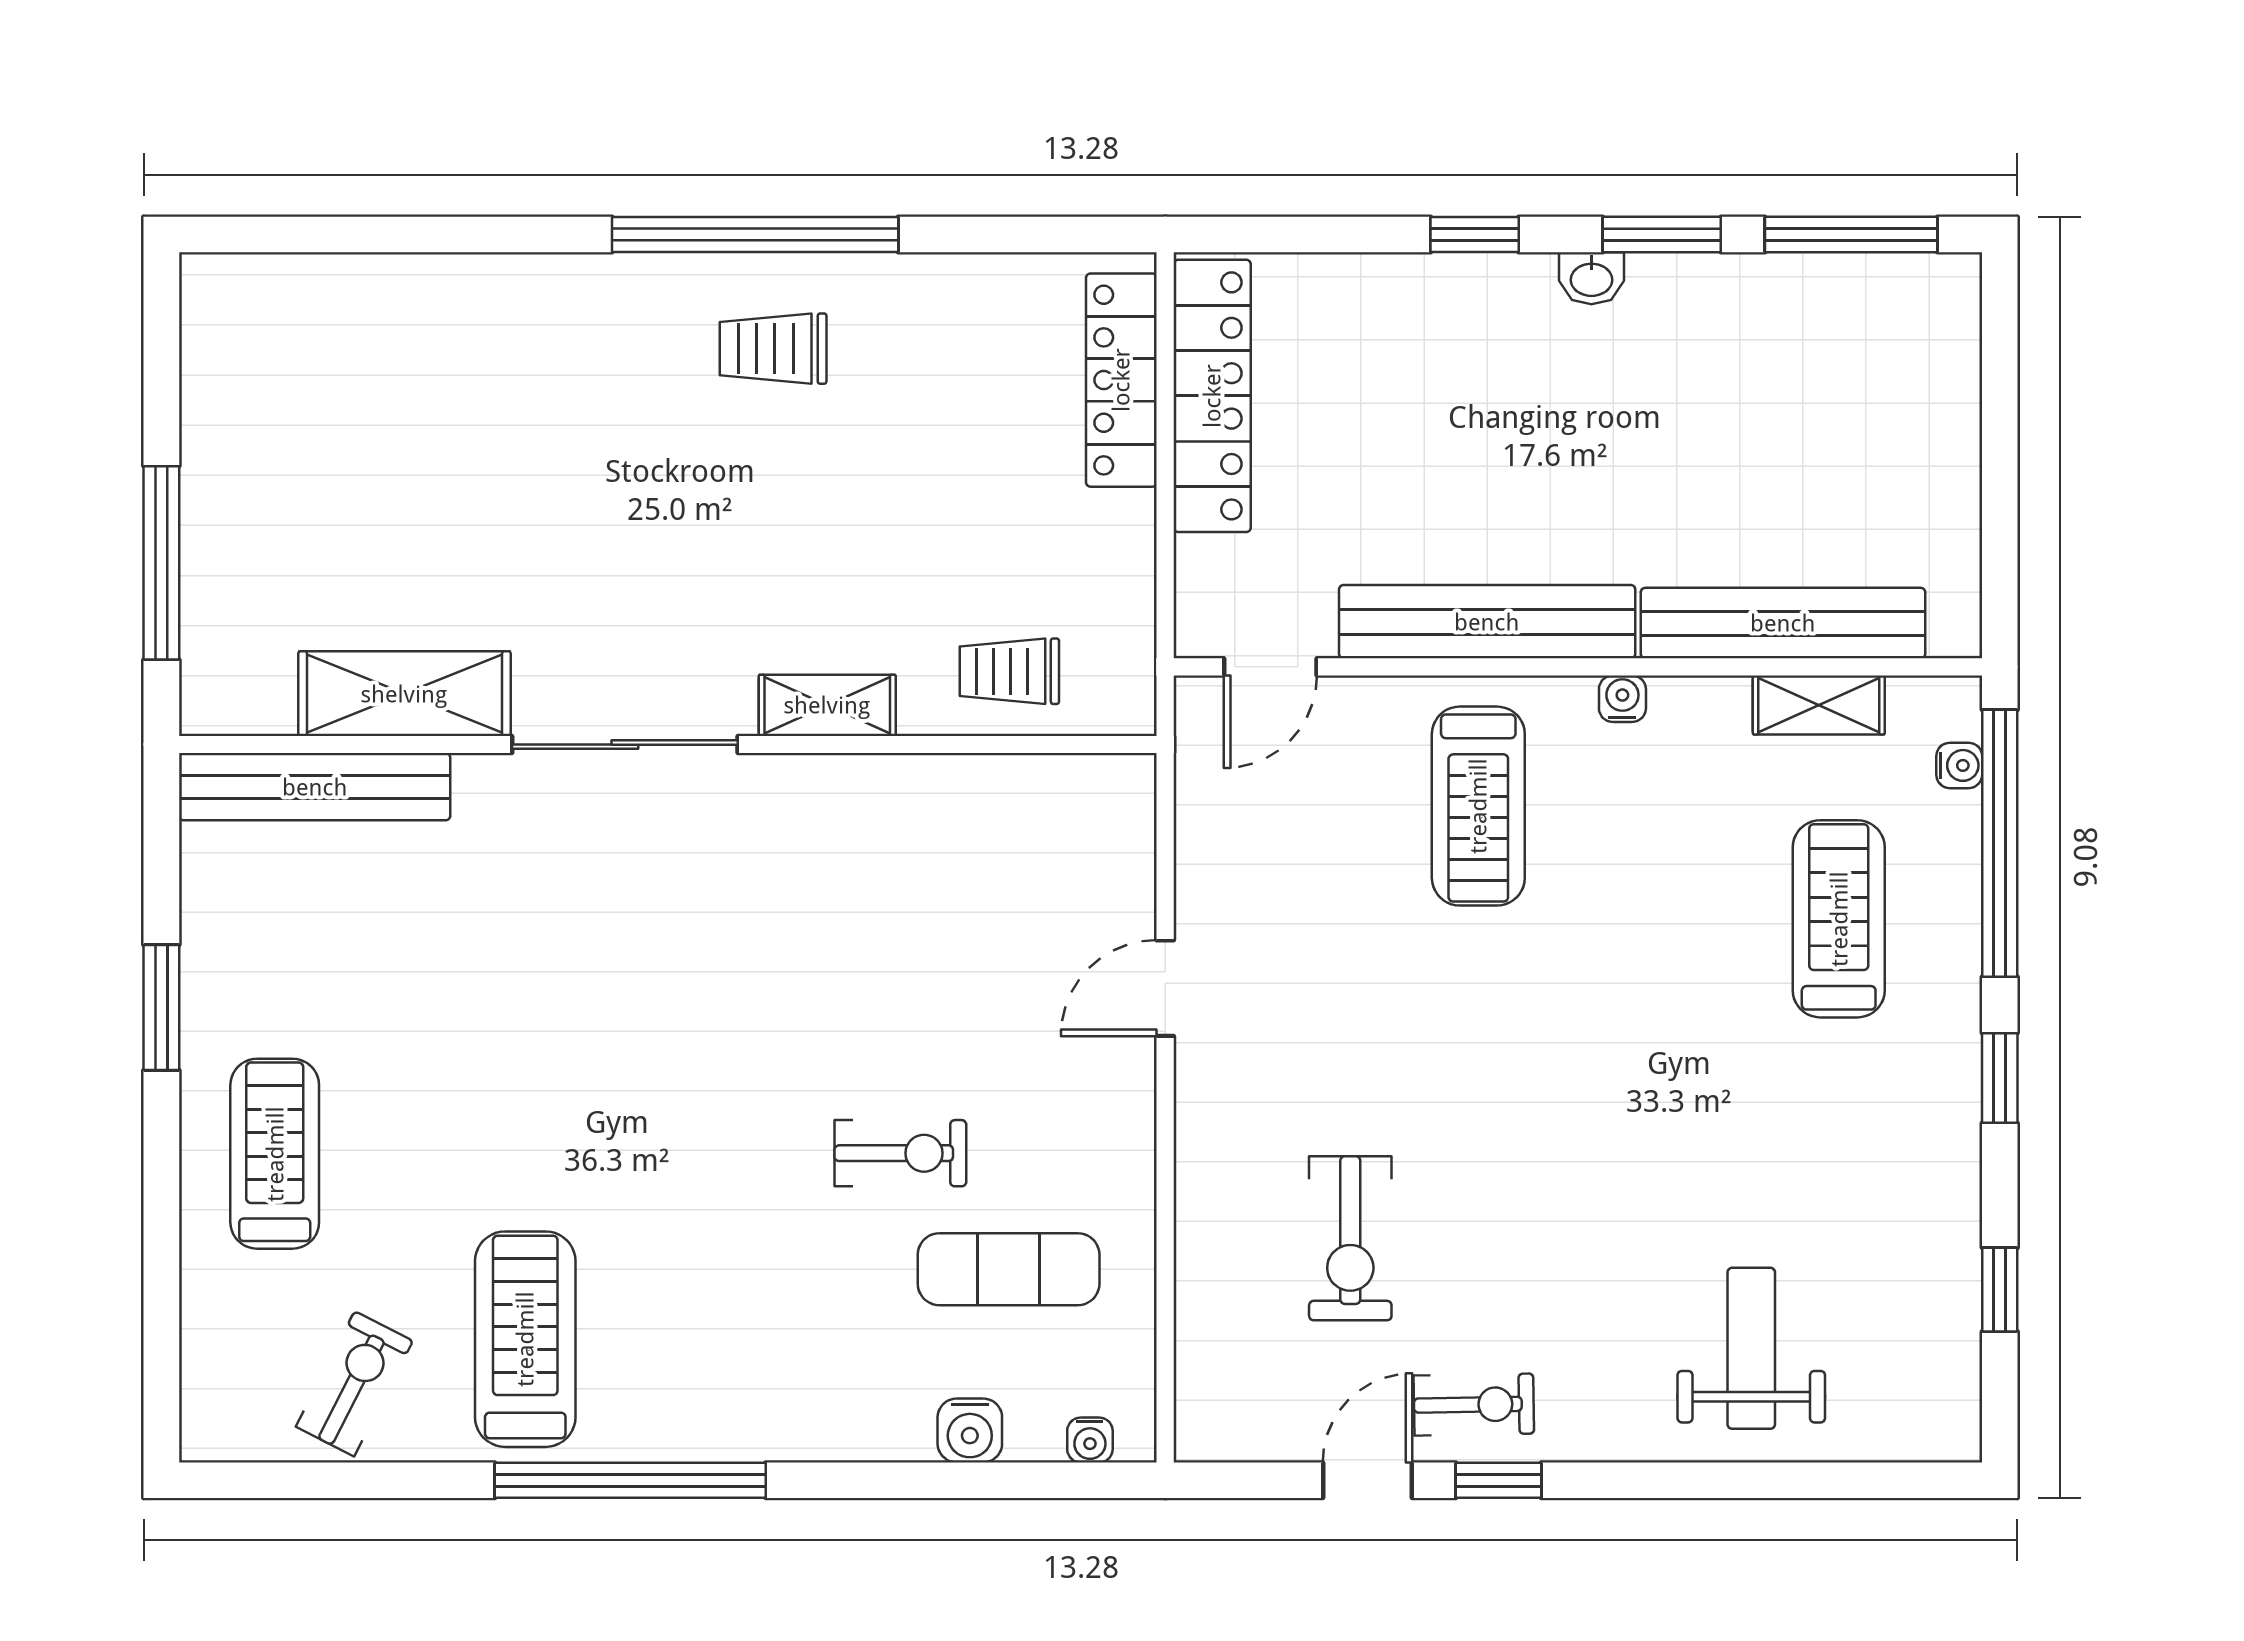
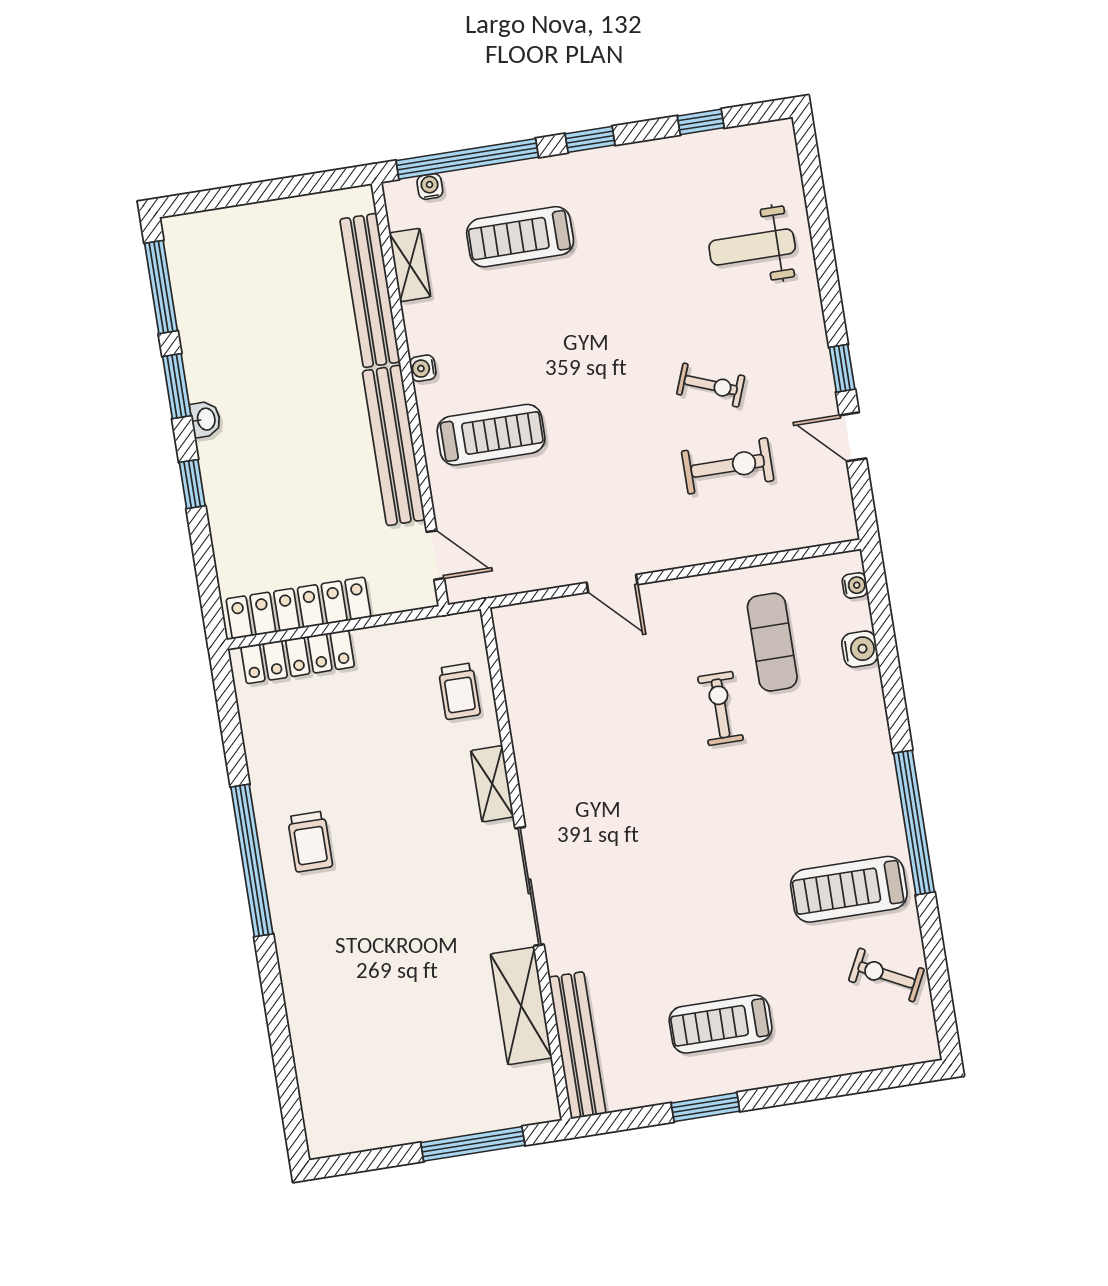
treadmill: (275, 1154) -> (721, 1024), moved
exercise bike: (1474, 1405) -> (711, 385), moved, turned 112

